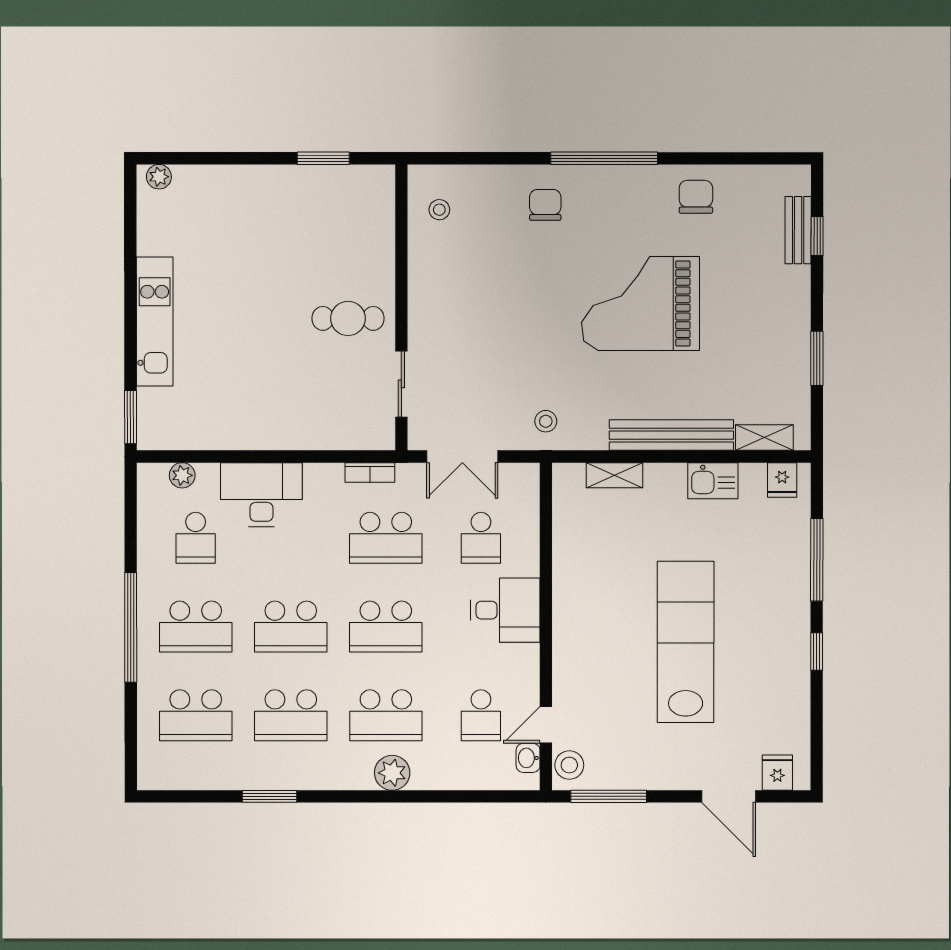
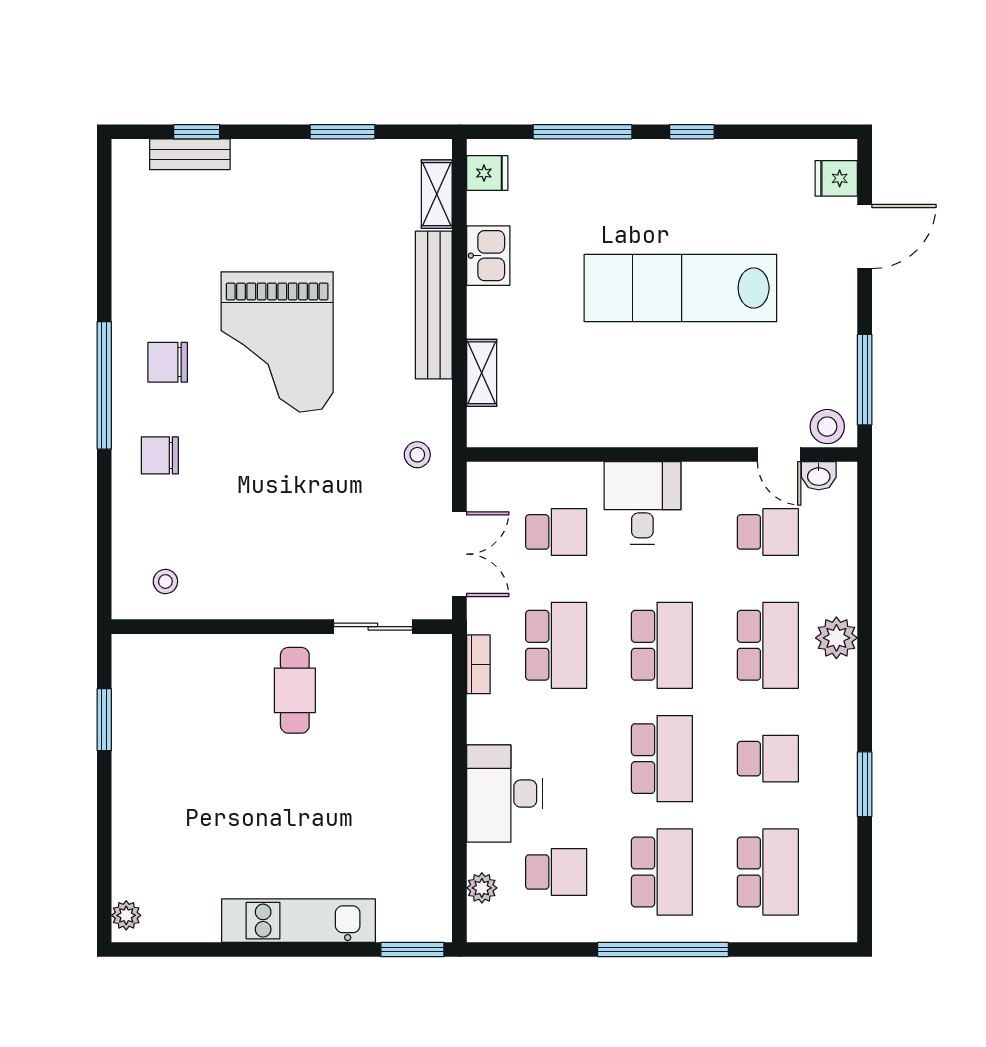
chair: (696, 197) -> (168, 362), moved
school desk: (291, 715) -> (768, 759), width x0.54

